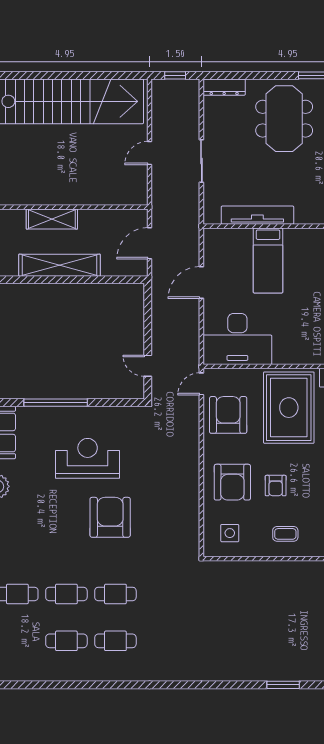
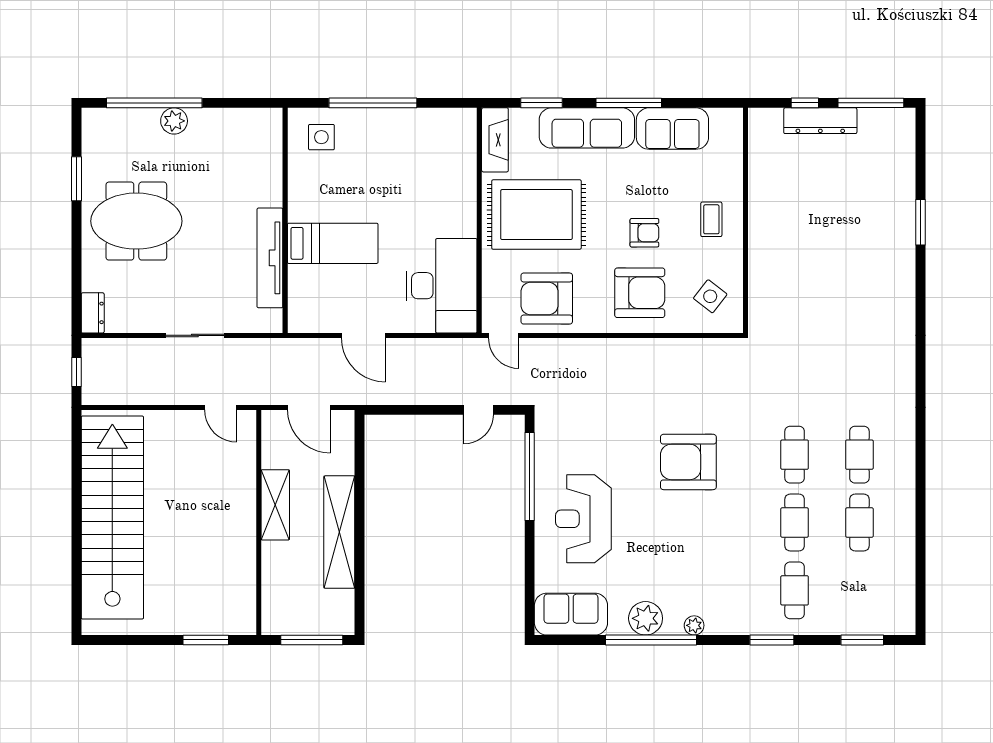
dresser: (224, 87) -> (93, 313), width x0.70
door: (150, 153) -> (221, 407), moved
shelving: (52, 219) -> (275, 505), moved
window: (56, 403) -> (530, 477), moved
reception desk: (88, 458) -> (583, 519), moved
side table: (230, 533) -> (710, 296), turned 38

